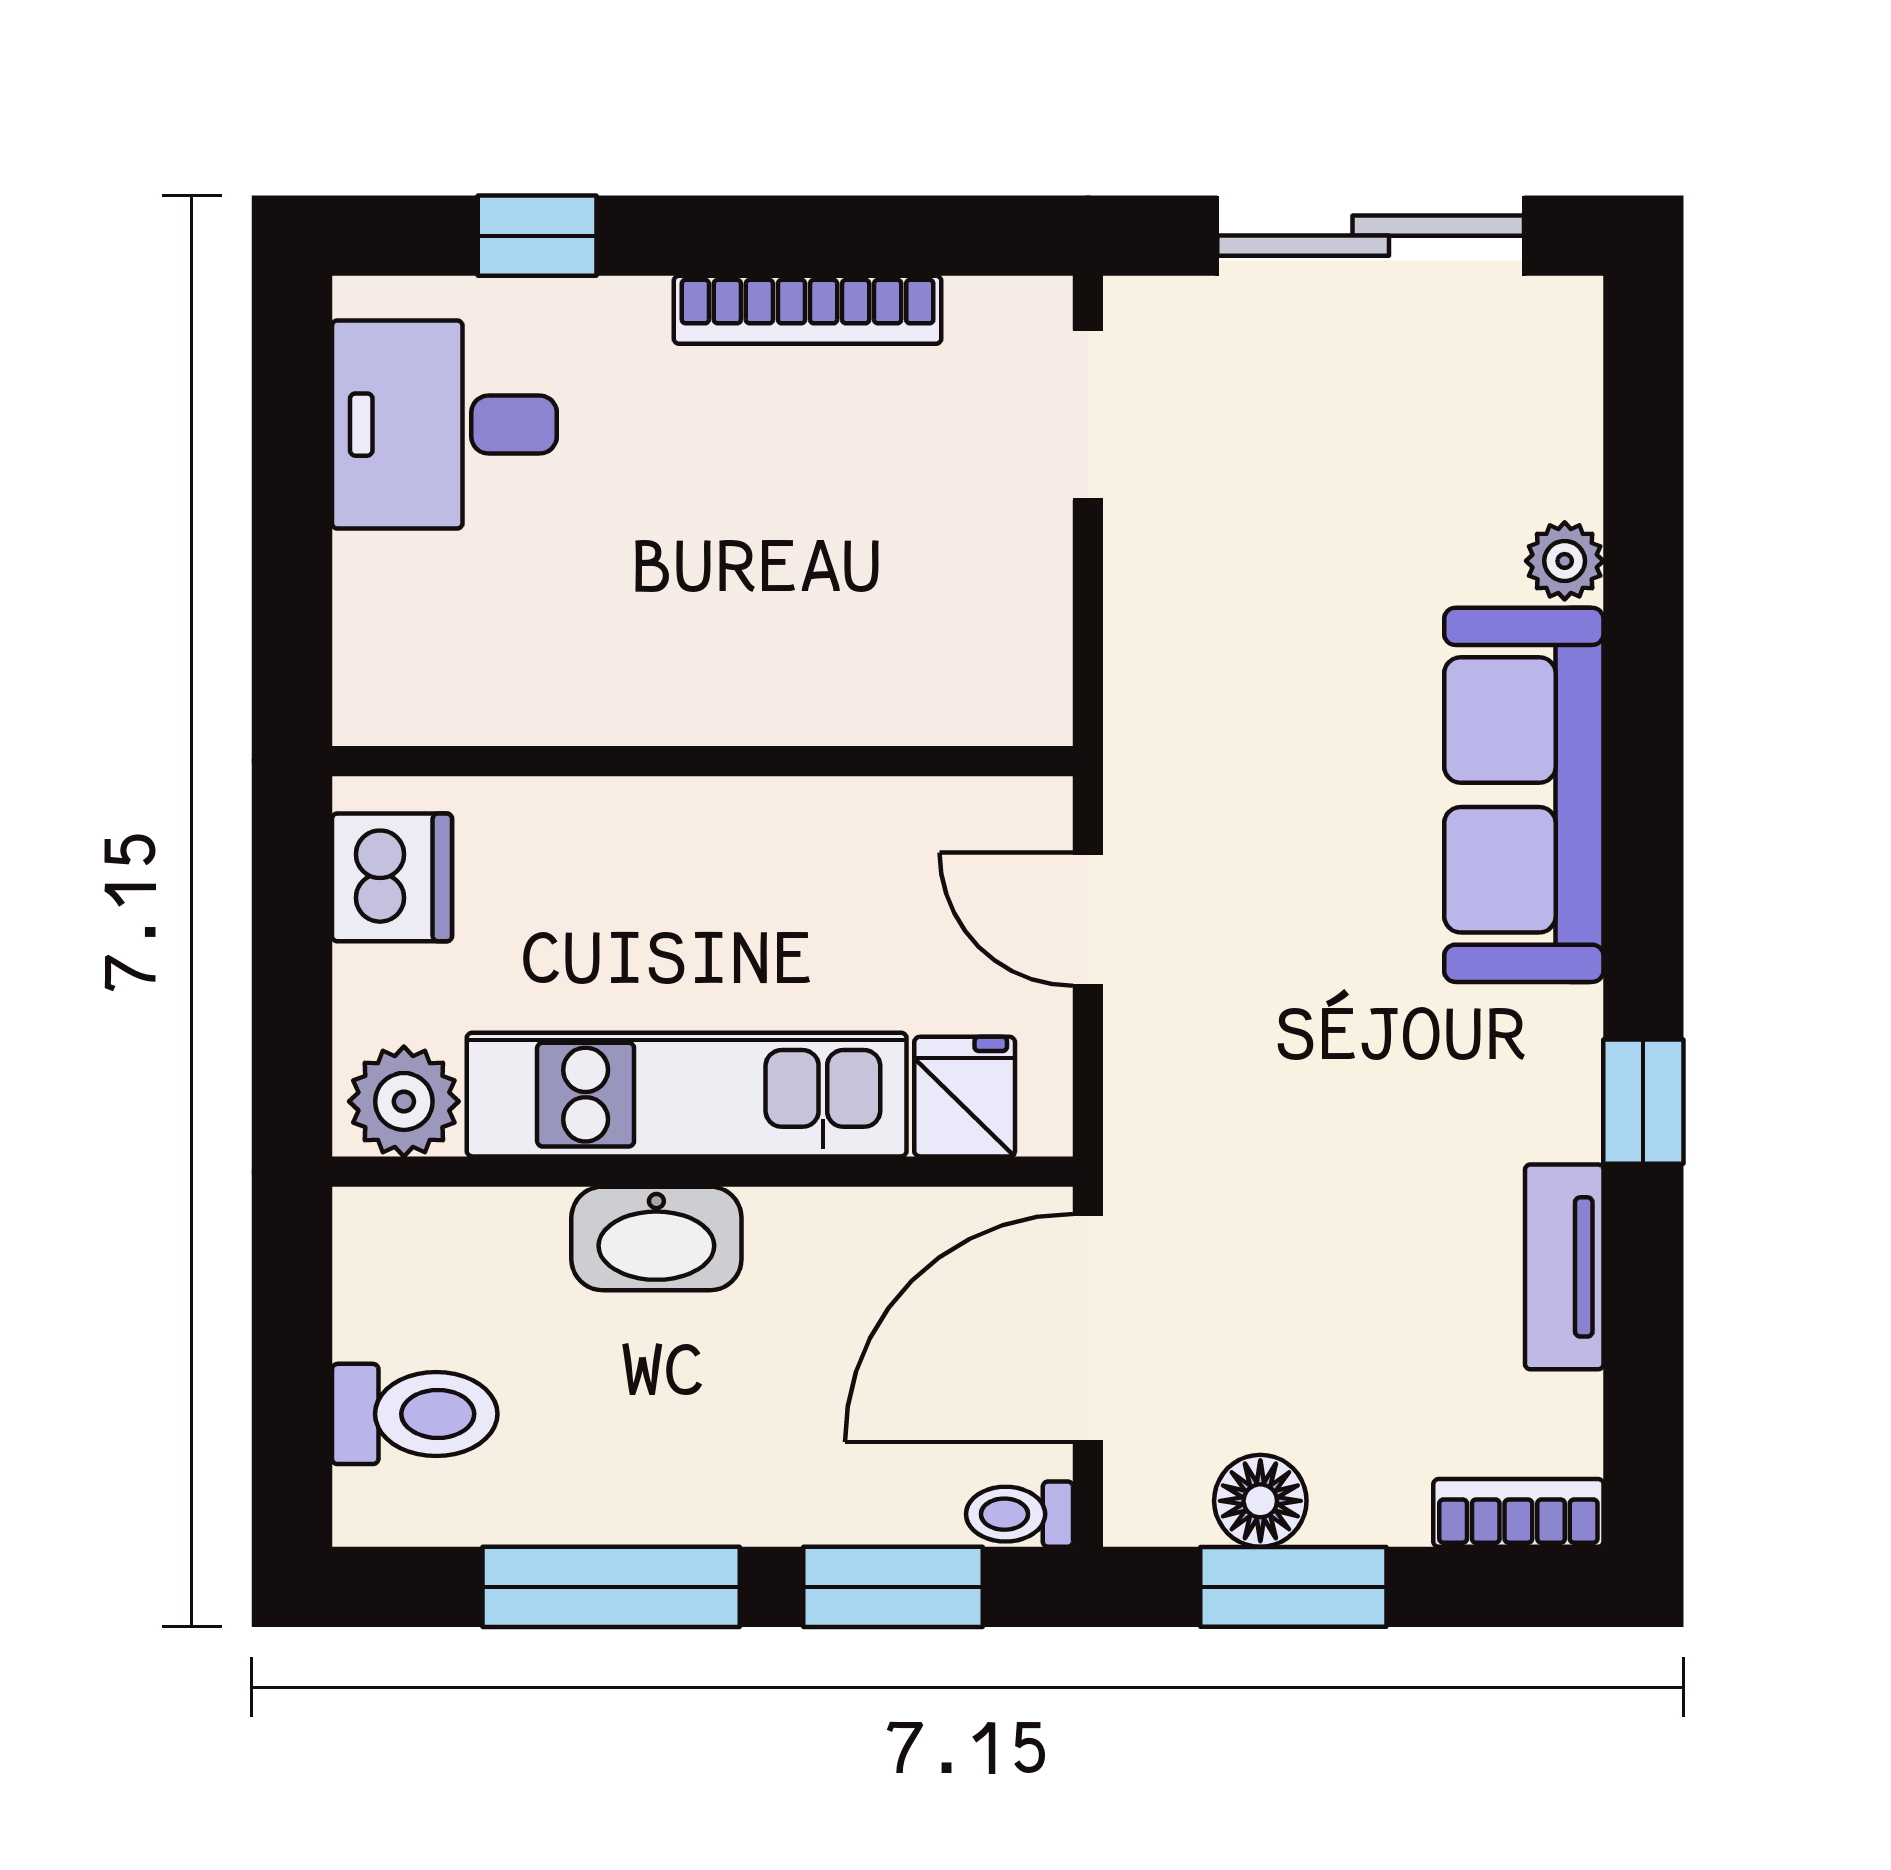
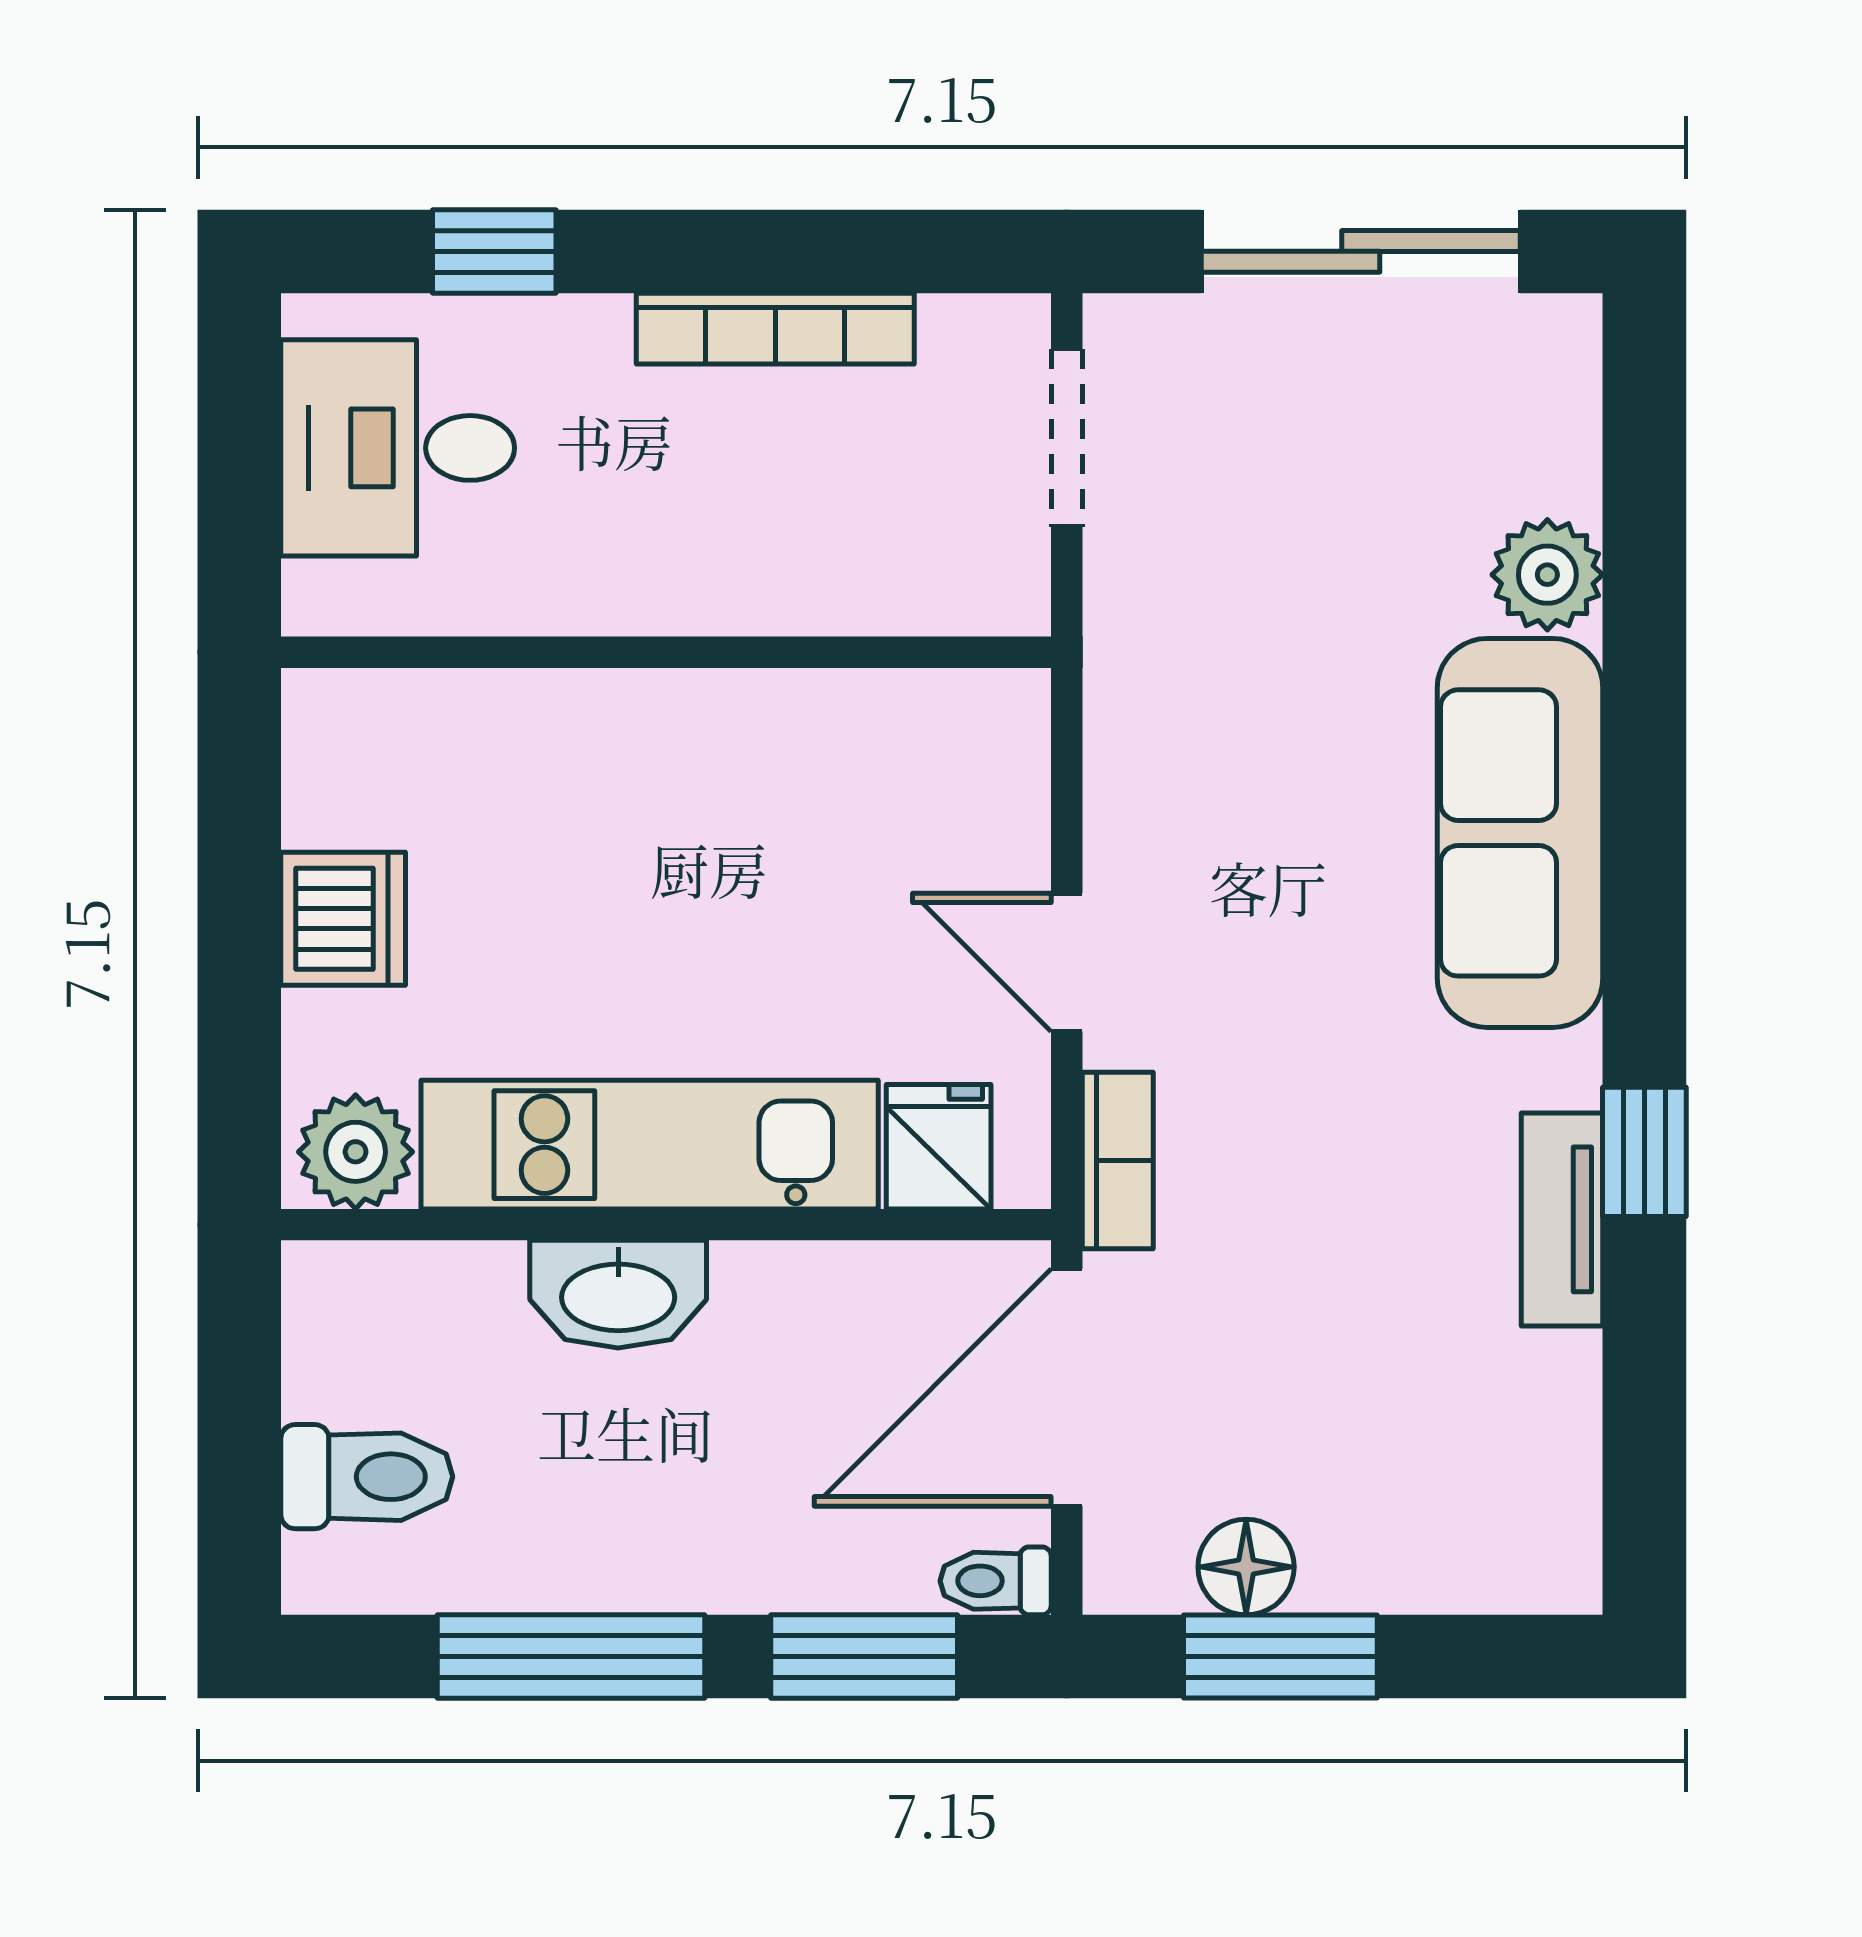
plant: (1565, 561) -> (1547, 575), width x1.38, depth x1.38
wall: (702, 761) -> (666, 652), moved
tv unit: (1564, 1267) -> (1562, 1219), moved
bookcase: (1518, 1513) -> (1118, 1161), moved, turned 90

